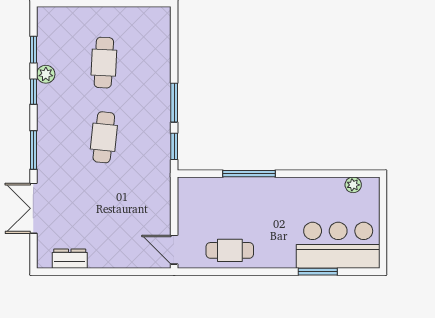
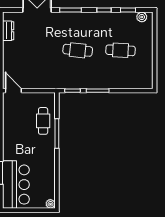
plant: (46, 74) -> (142, 17), moved
plant: (353, 185) -> (50, 204), moved
door: (174, 250) -> (13, 91), hinge flipped
cafe table: (230, 250) -> (43, 121), moved

